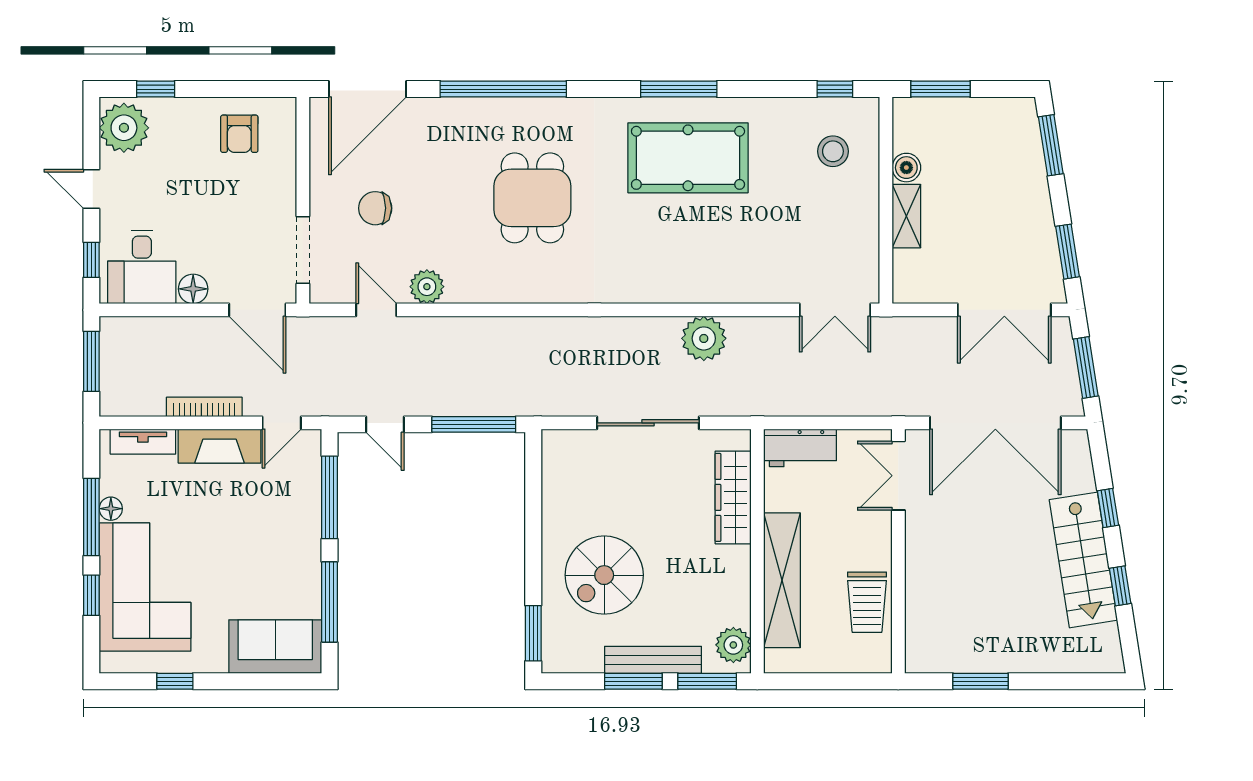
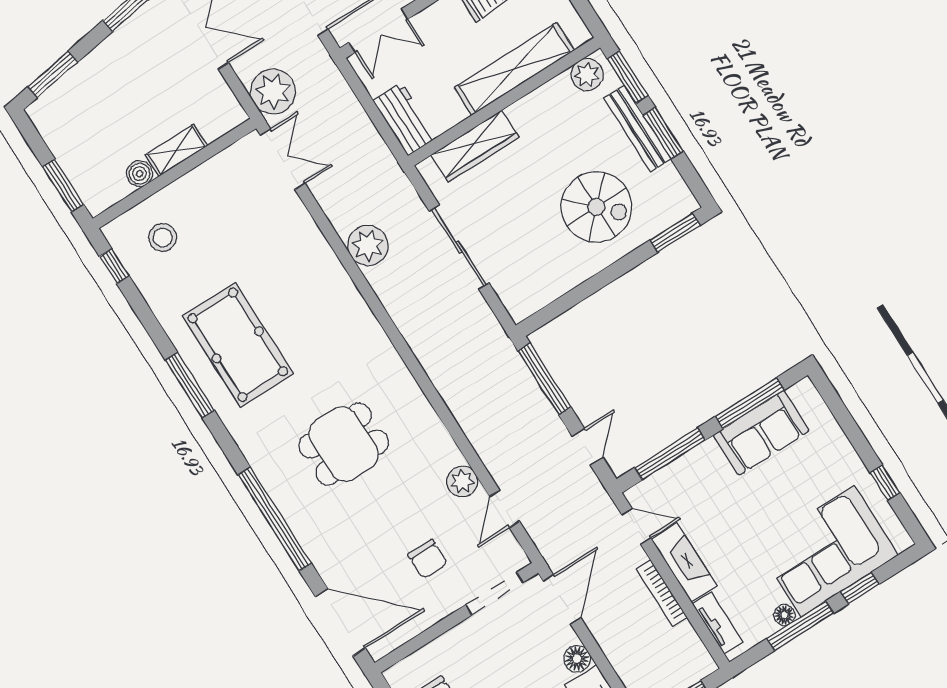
plant: (904, 341) -> (273, 91), added
sofa: (275, 647) -> (761, 433), moved, turned -90

